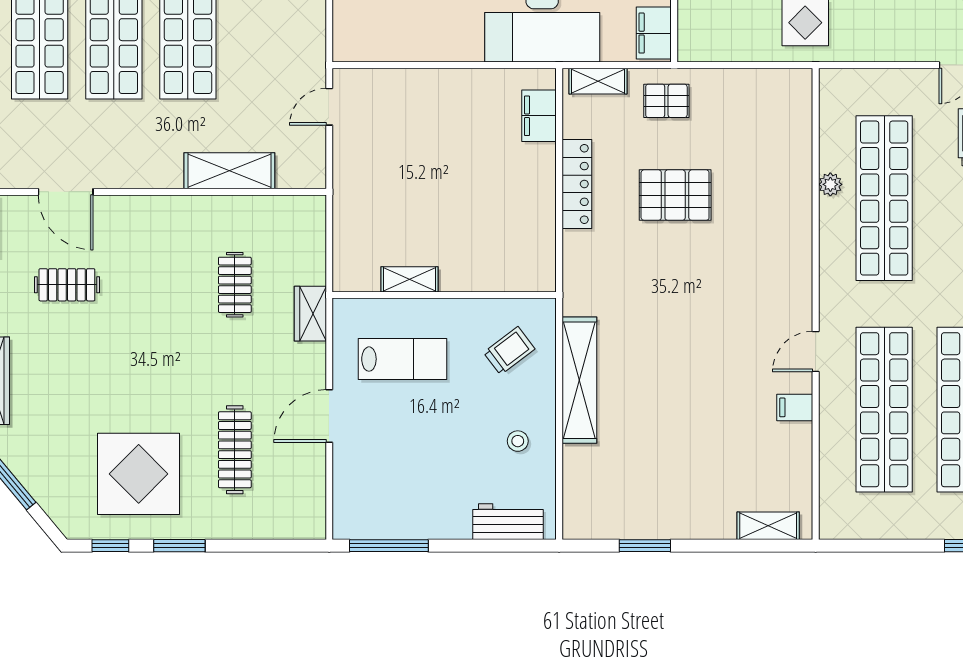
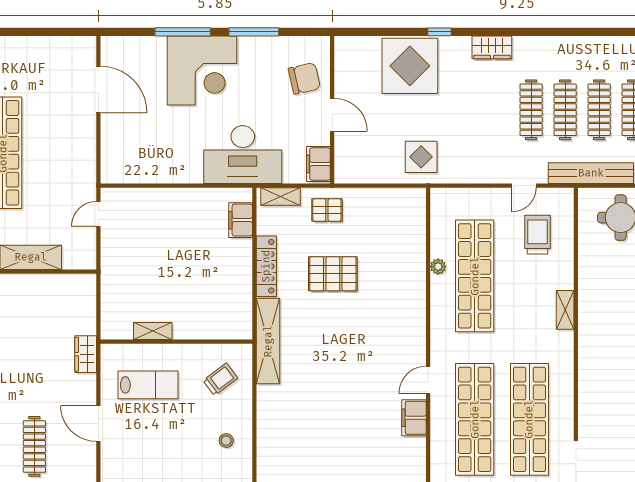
clothes rail: (235, 285) -> (34, 335), removed
shelving: (579, 380) -> (268, 341), moved
filing cabinet: (795, 407) -> (414, 418), width x2.00
door: (329, 416) -> (98, 424), hinge flipped

